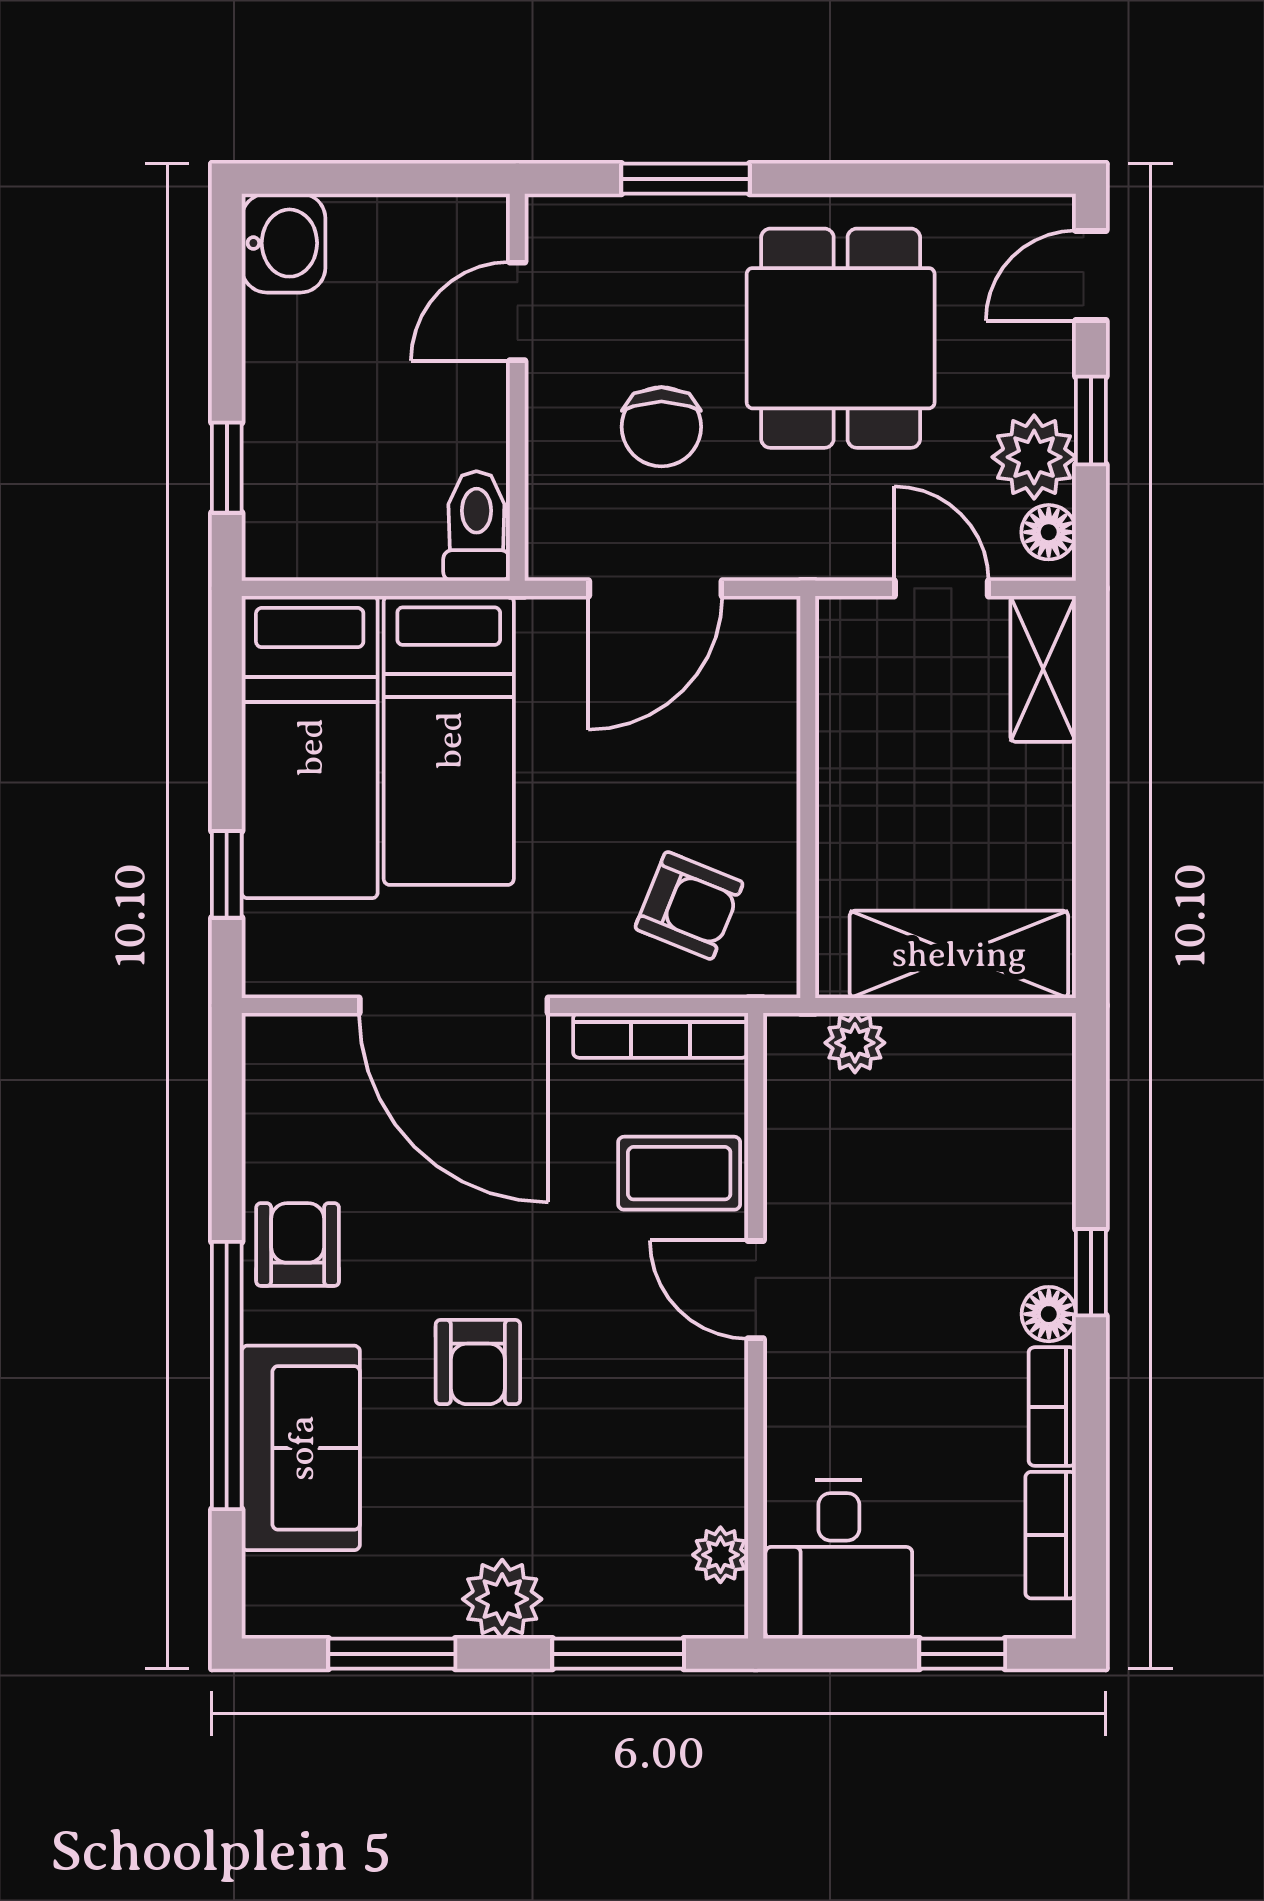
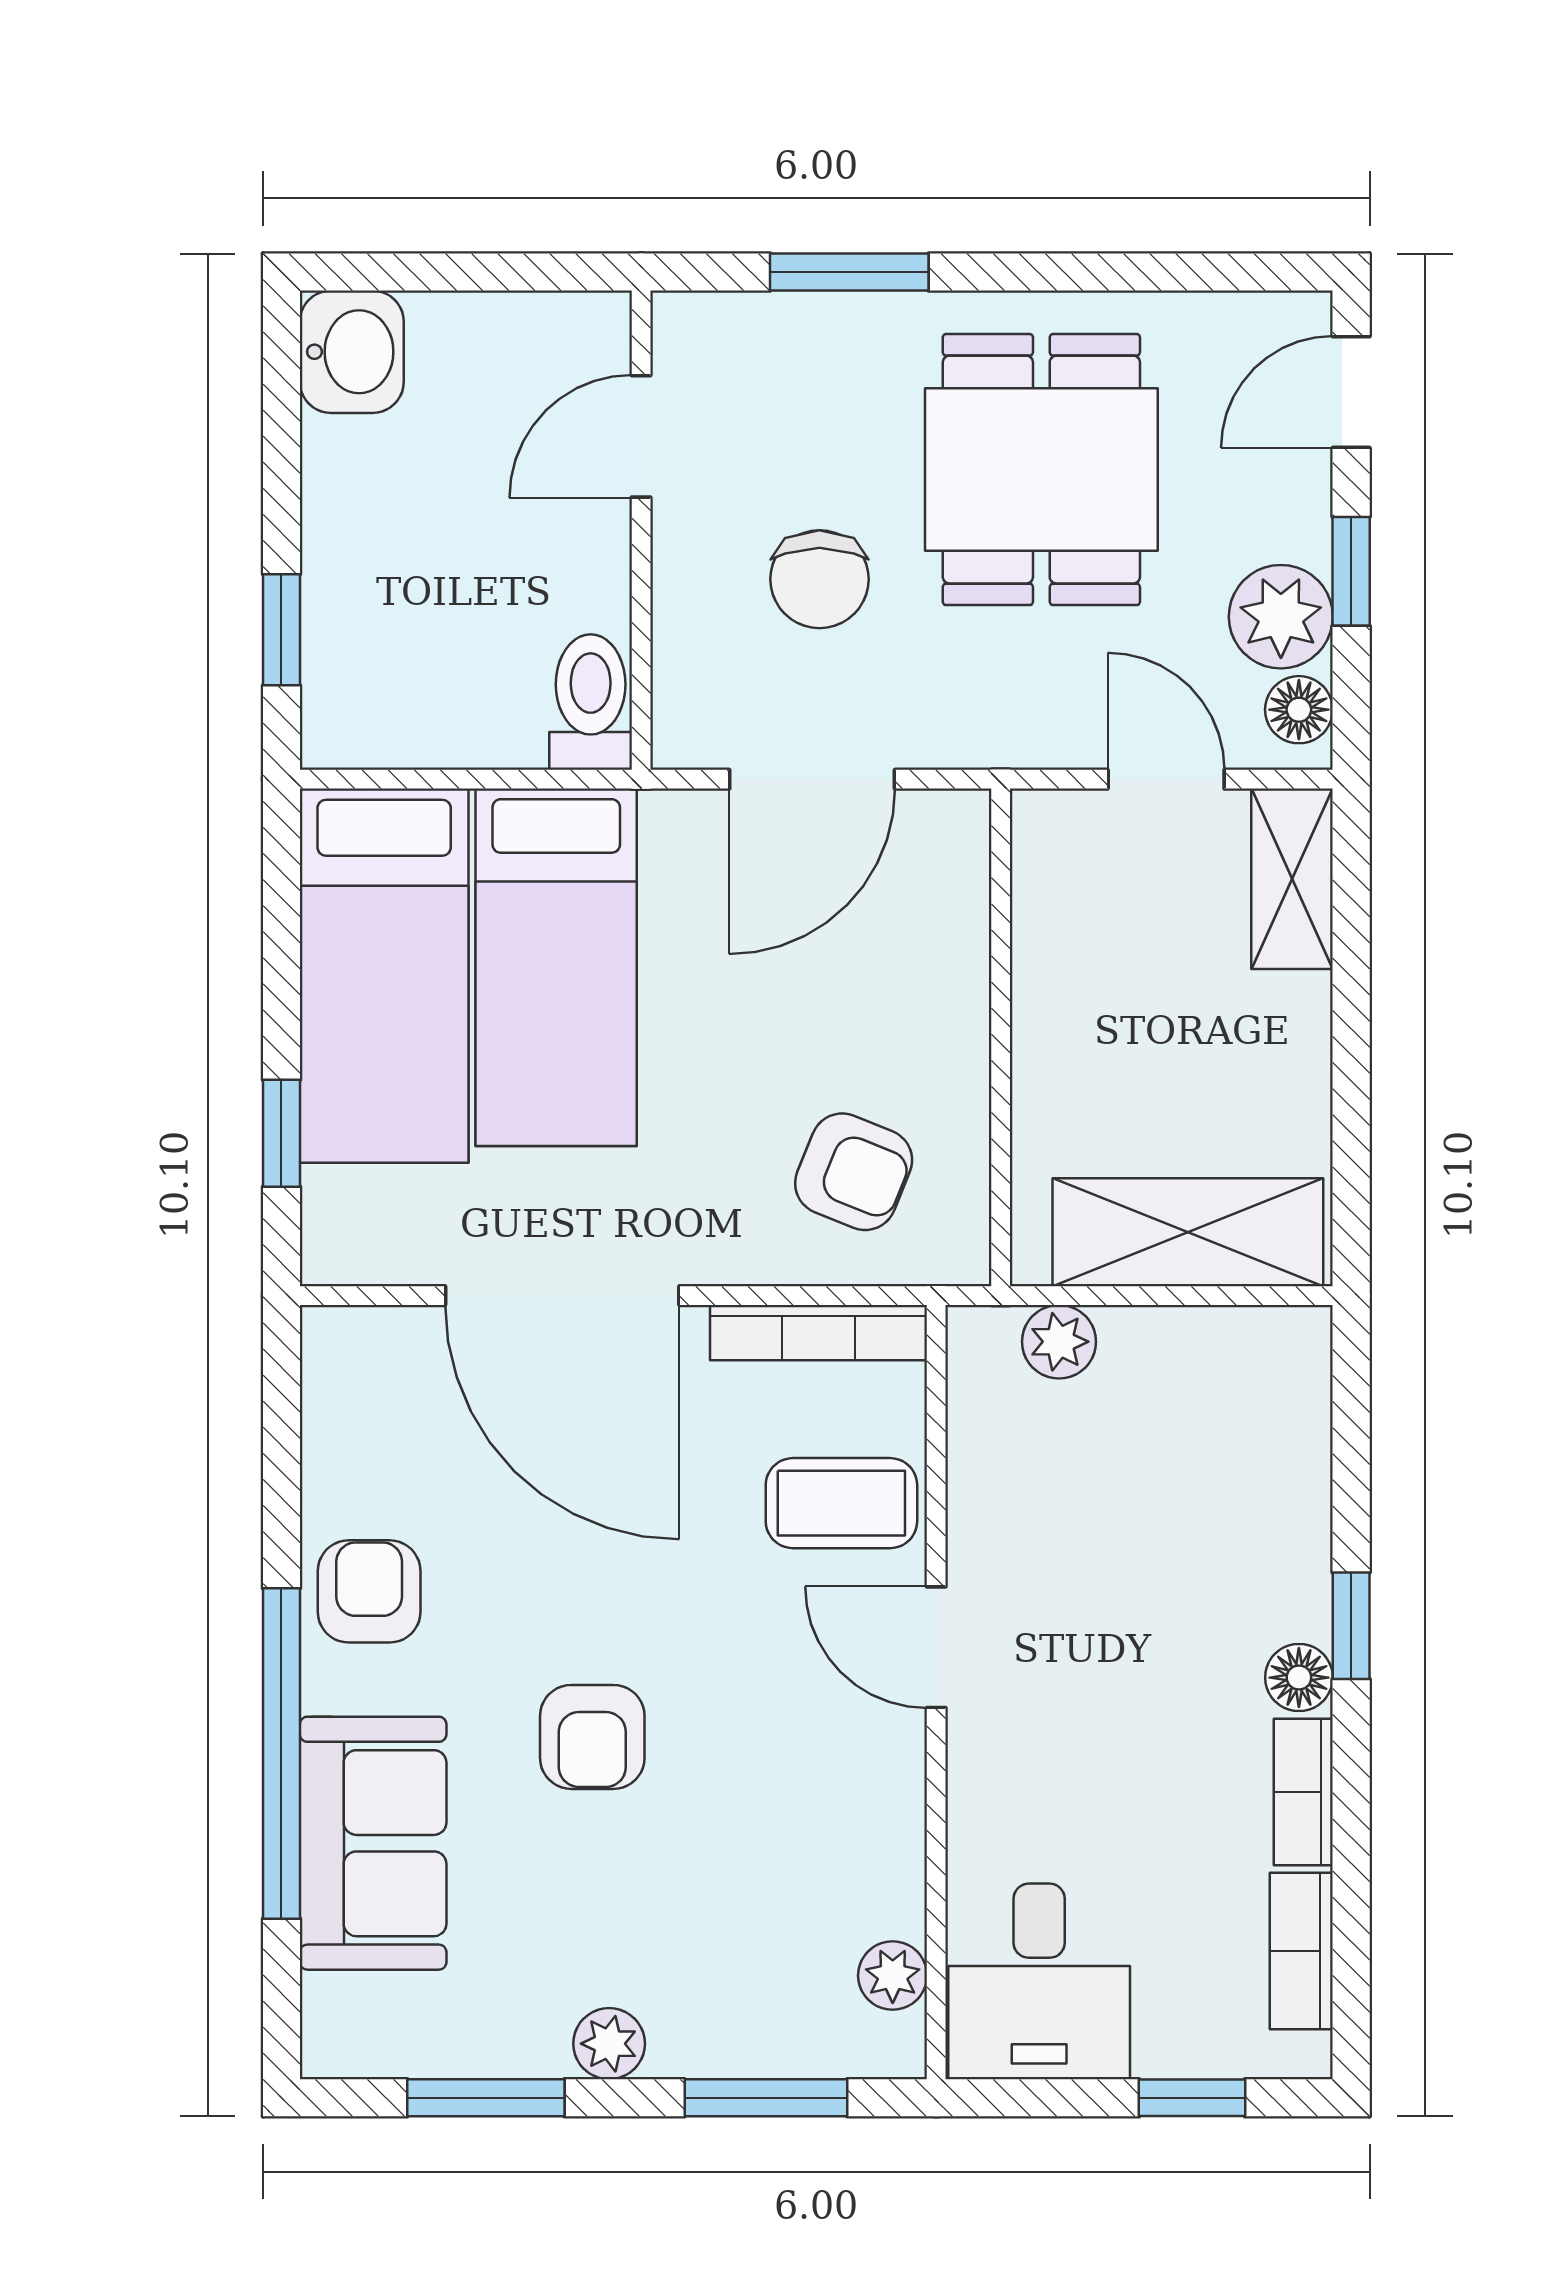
plant: (502, 1599) -> (609, 2044), width x0.73, depth x0.73

